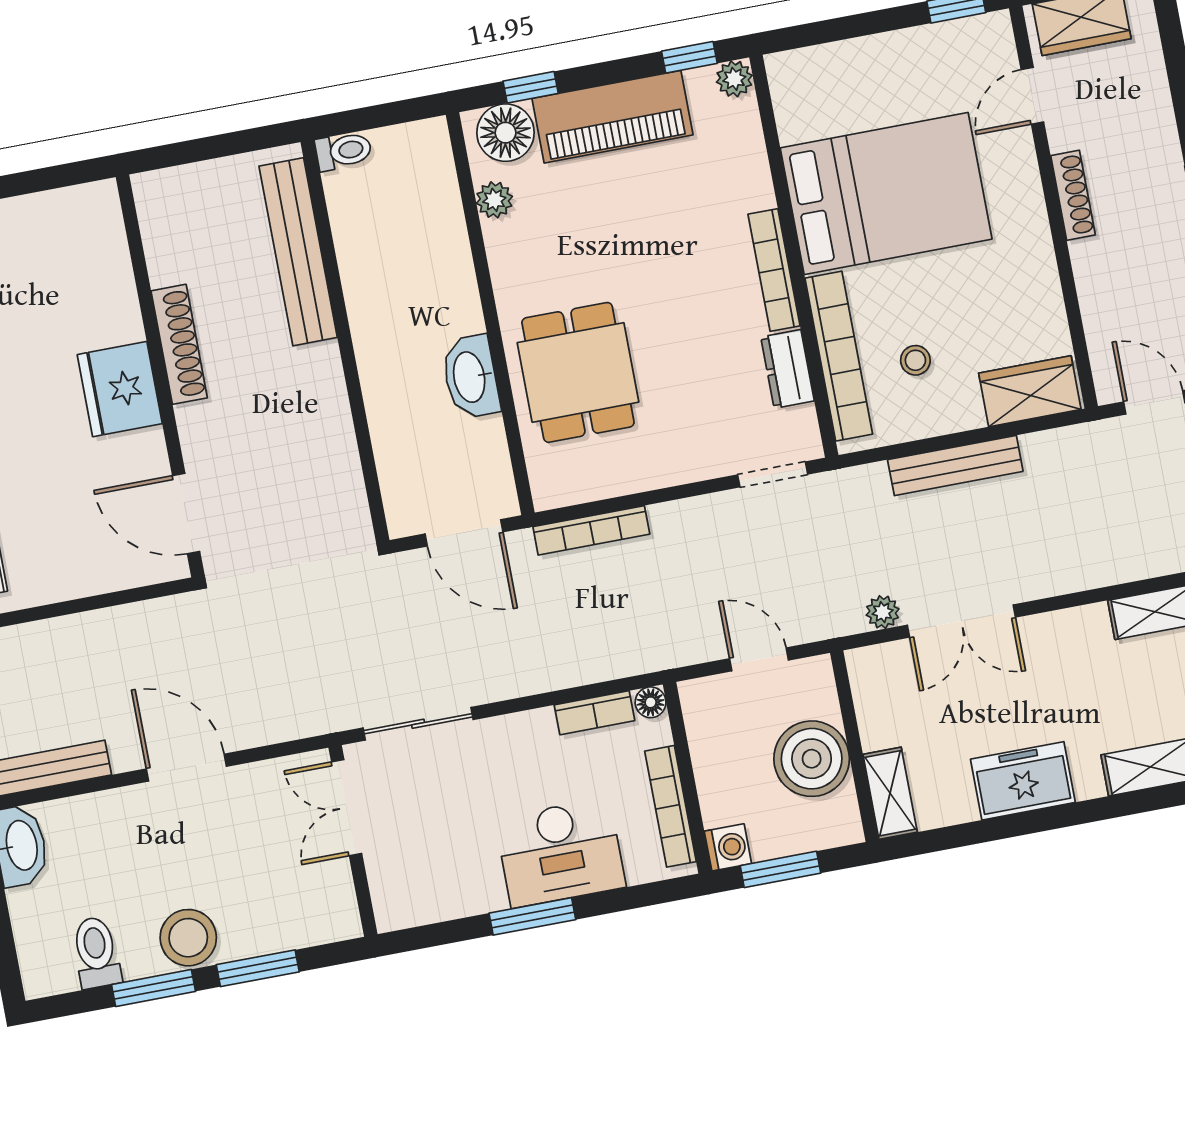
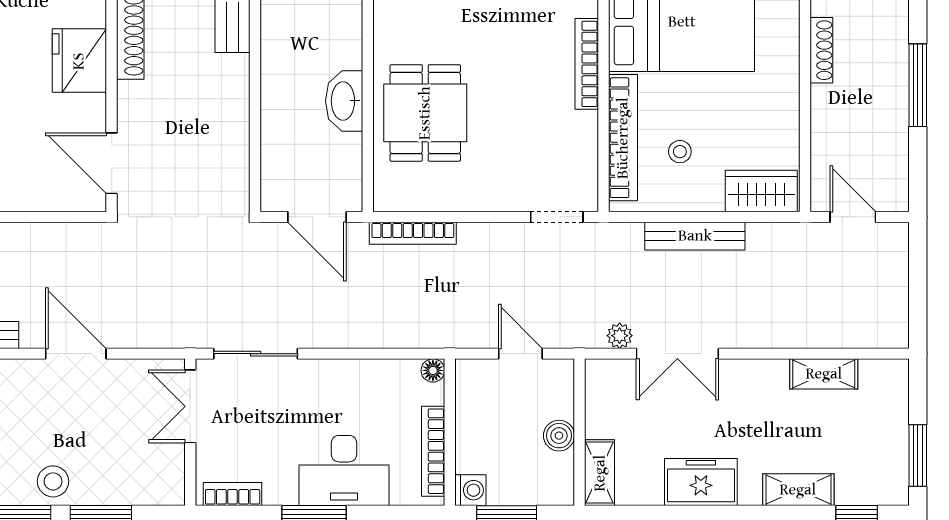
dresser: (787, 369) -> (583, 140), removed
bookcase: (594, 713) -> (233, 494), moved, turned 180
boiler: (812, 759) -> (559, 436), width x0.54, depth x0.54
stool: (188, 938) -> (53, 481), width x0.73, depth x0.73

